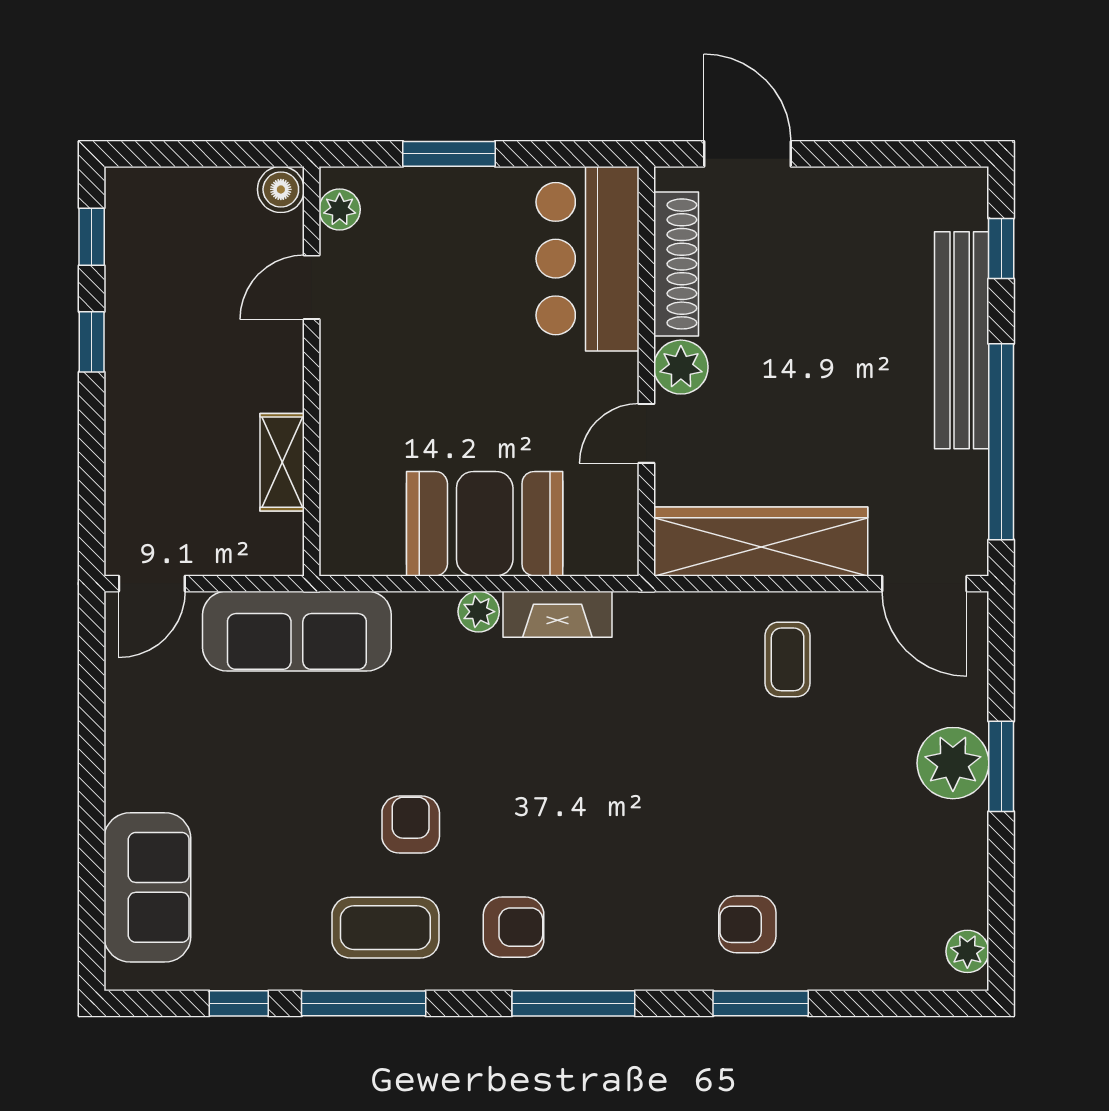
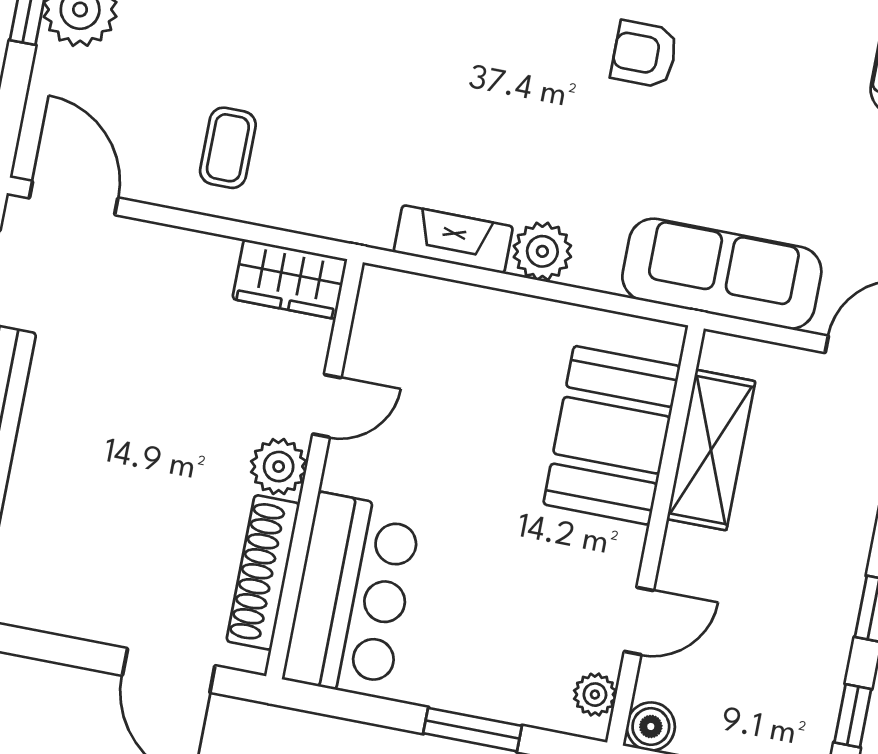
shelving: (282, 462) -> (711, 450), width x1.50, depth x1.33
booth: (485, 524) -> (612, 435), moved, turned 90
wardrobe: (761, 541) -> (290, 279), width x0.48, depth x0.85
plant: (479, 612) -> (542, 251), width x1.38, depth x1.38
armchair: (411, 825) -> (644, 54), turned 90

